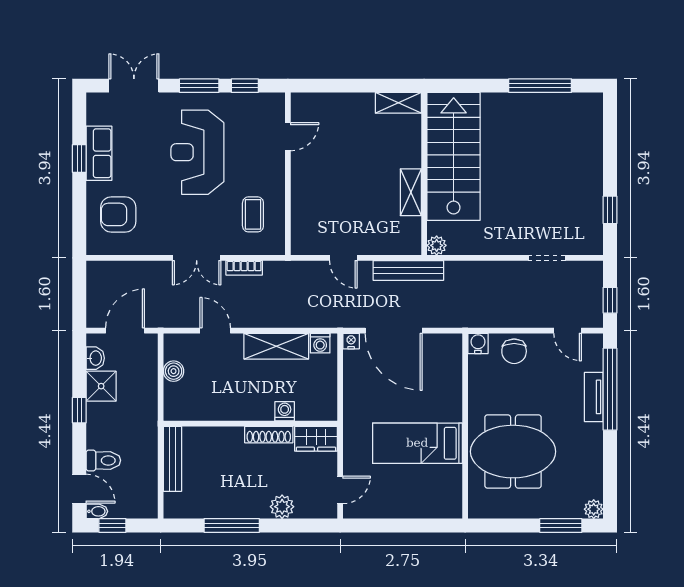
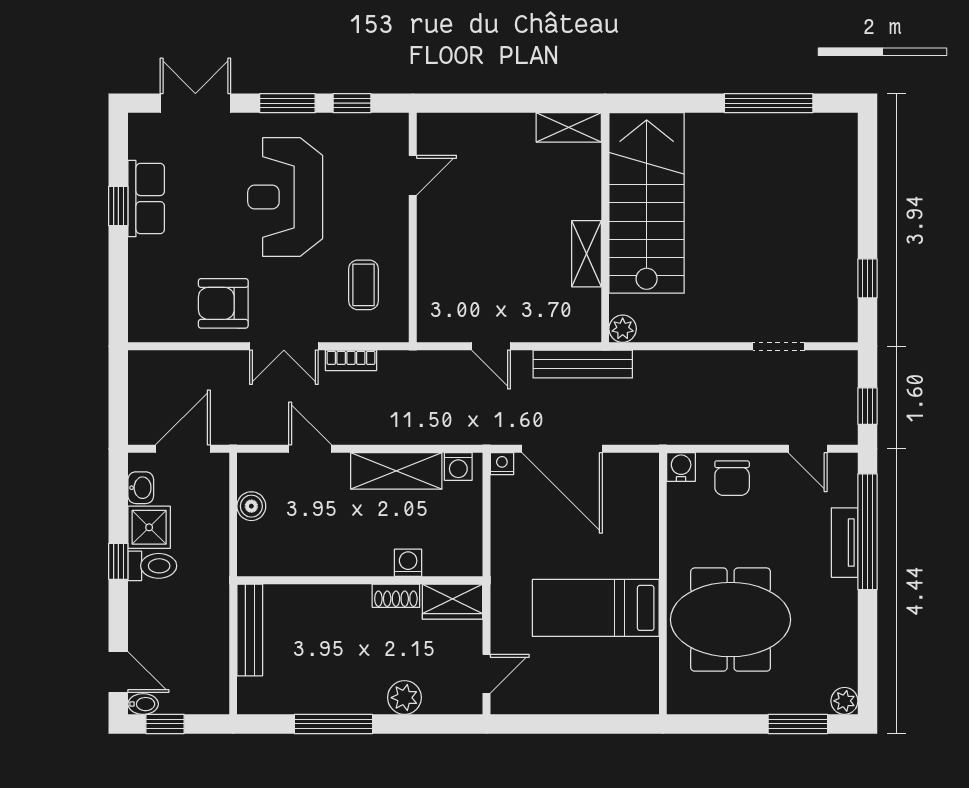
armchair: (118, 214) -> (223, 303), moved
shoe rack: (269, 435) -> (396, 596), width x0.70
toilet: (103, 460) -> (152, 566), moved

